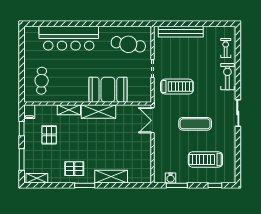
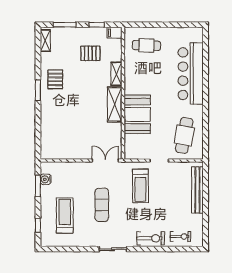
shelving: (111, 177) -> (47, 118), removed

